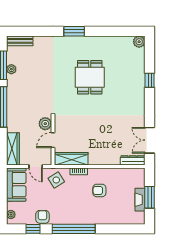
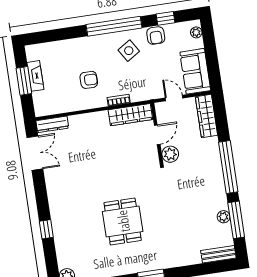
side table: (56, 180) -> (129, 51), moved

